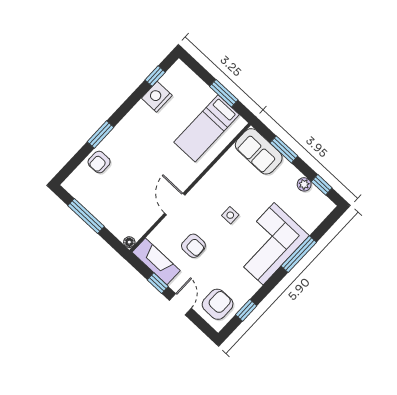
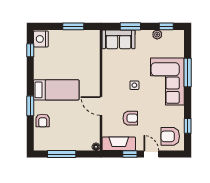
nightstand: (157, 97) -> (41, 39), moved
bed: (207, 128) -> (56, 90), moved, turned -90
armchair: (218, 304) -> (170, 136), turned -90

